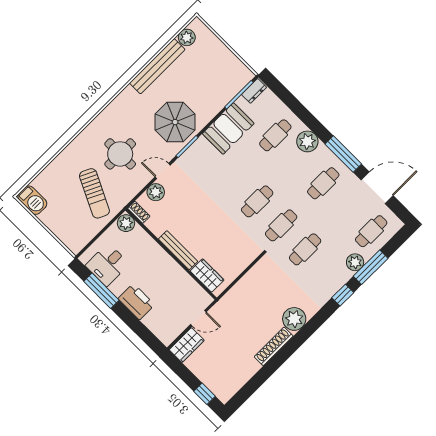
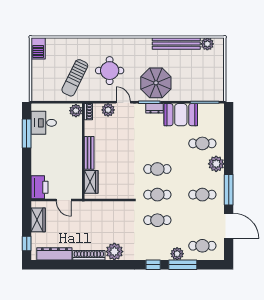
dresser: (254, 91) -> (155, 108), moved
printer: (136, 302) -> (39, 187), moved
wardrobe: (187, 345) -> (38, 220), moved, turned -90
dresser: (240, 377) -> (54, 254), added

